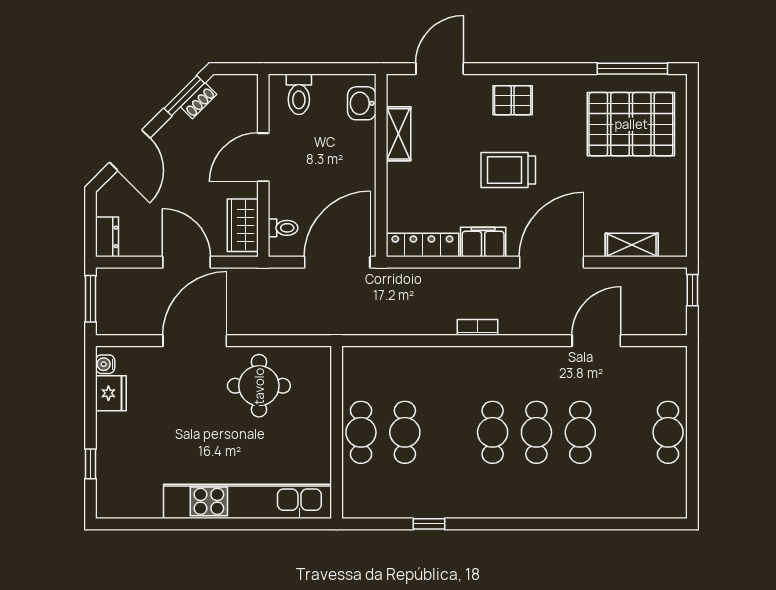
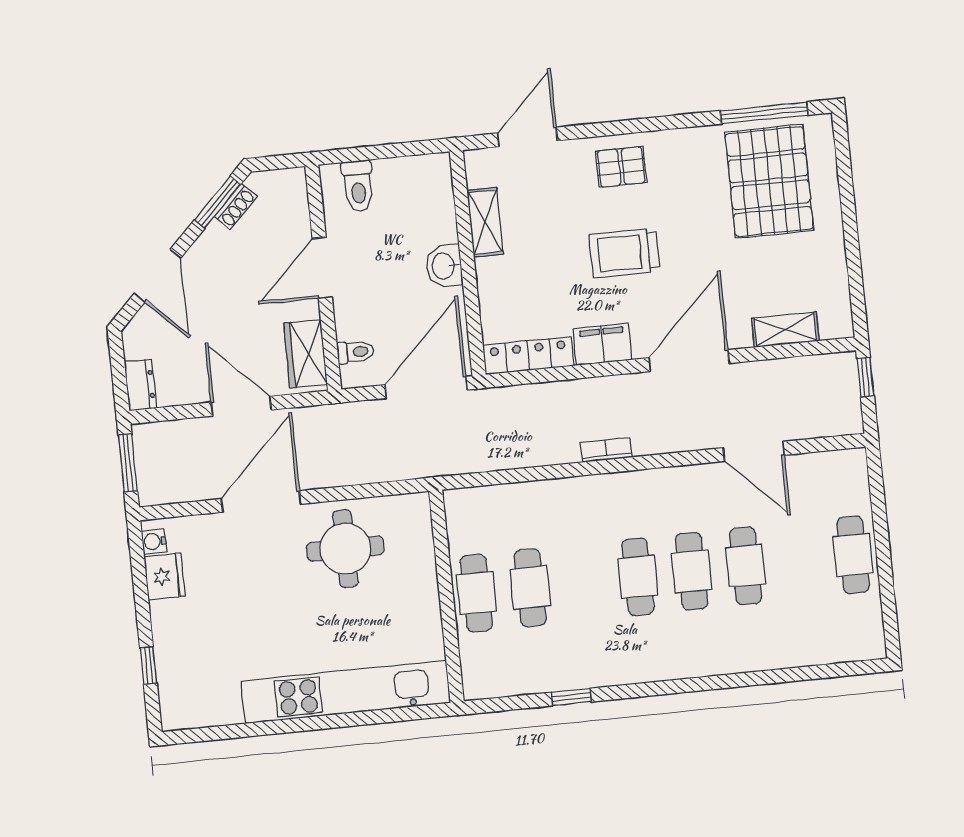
washbasin: (362, 103) -> (444, 266), moved
pallet: (631, 124) -> (769, 181), turned 90
door: (596, 341) -> (754, 451), swing flipped

